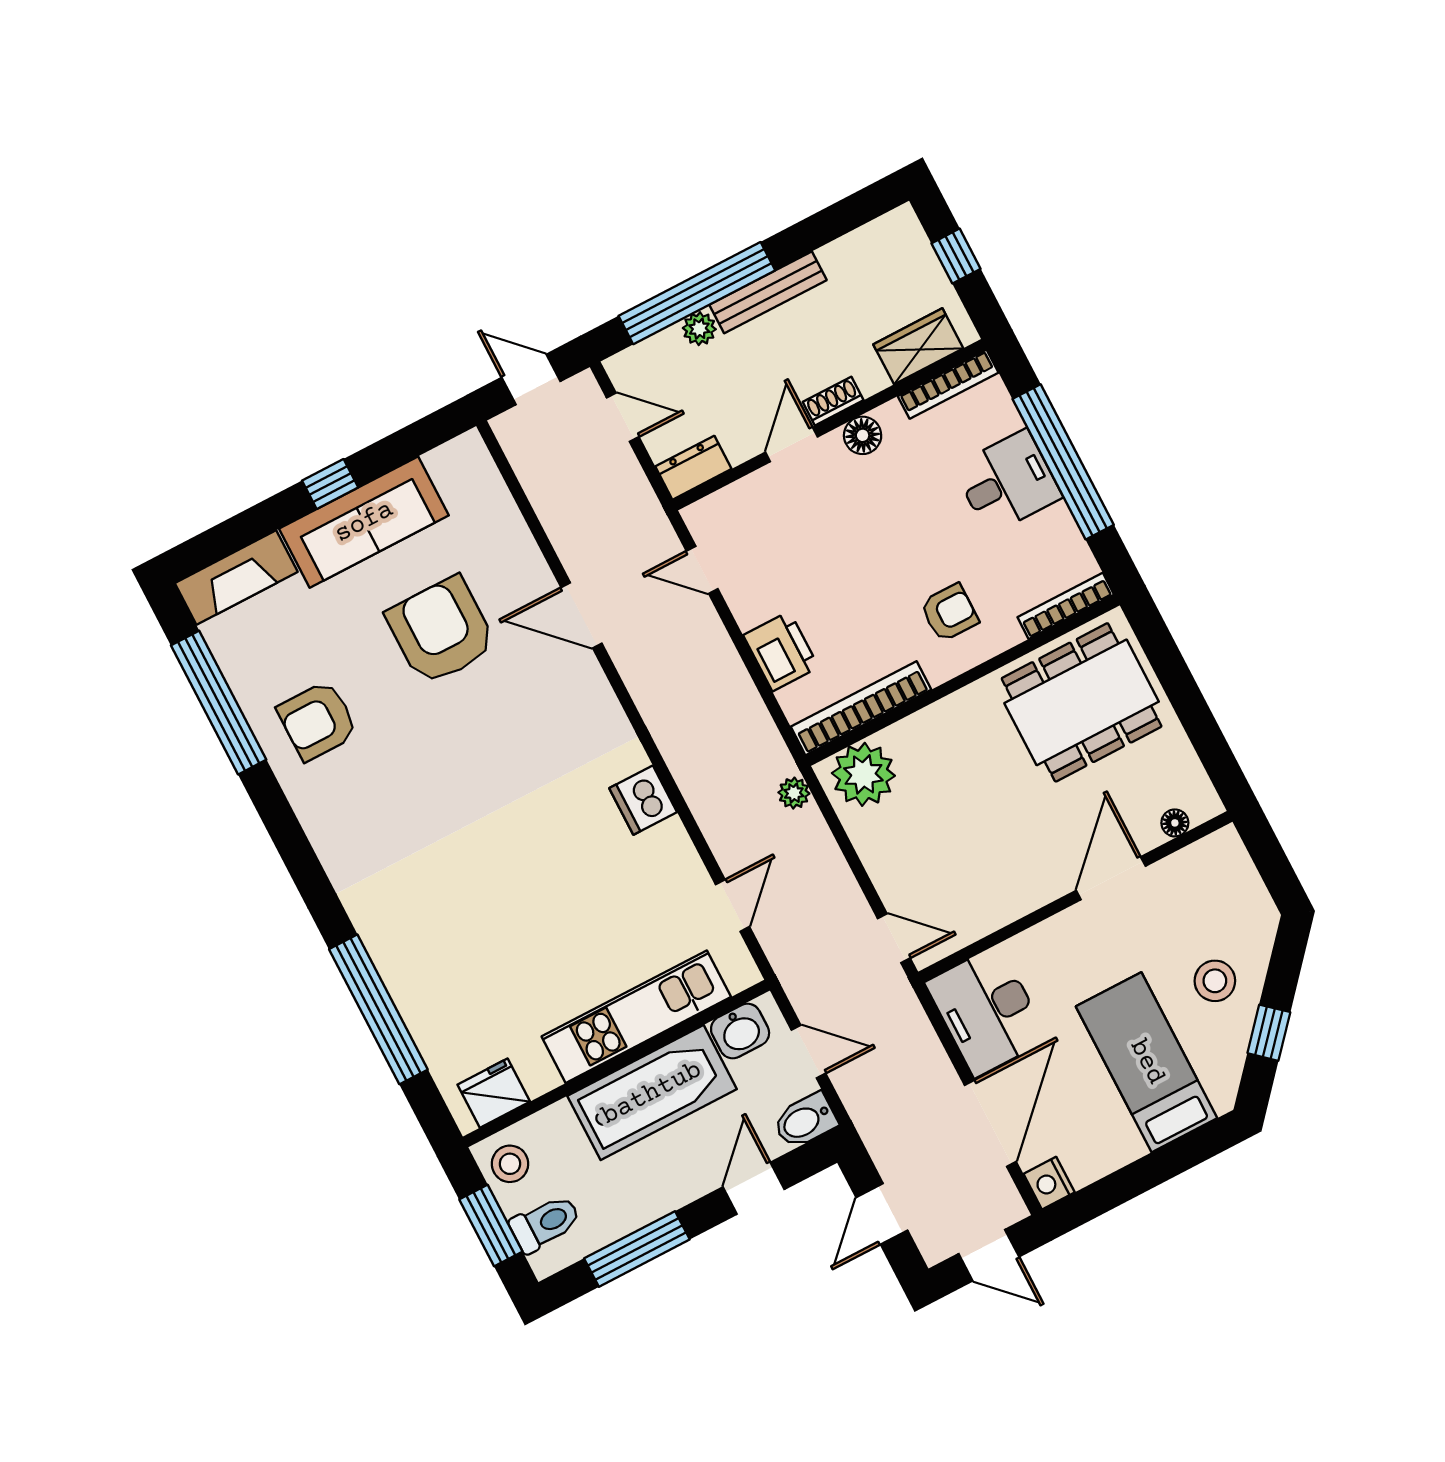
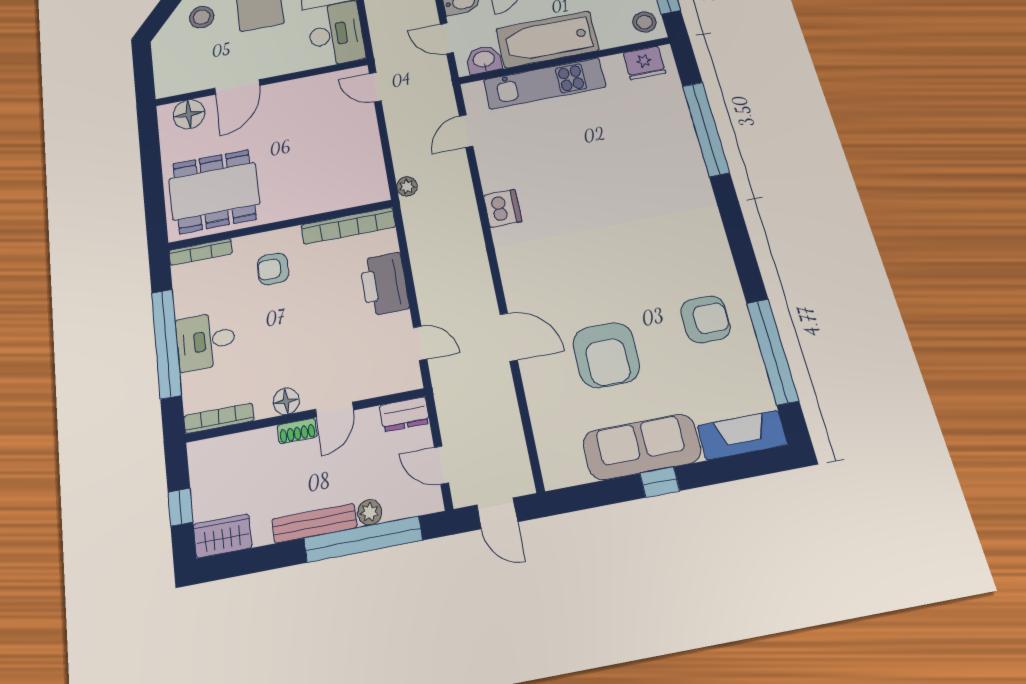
wardrobe: (918, 346) -> (223, 536), moved, turned 180
printer: (781, 651) -> (384, 284), width x1.37, depth x1.19
plant: (863, 774) -> (361, 186), removed
floor lamp: (1175, 823) -> (189, 114), width x1.89, depth x1.89

